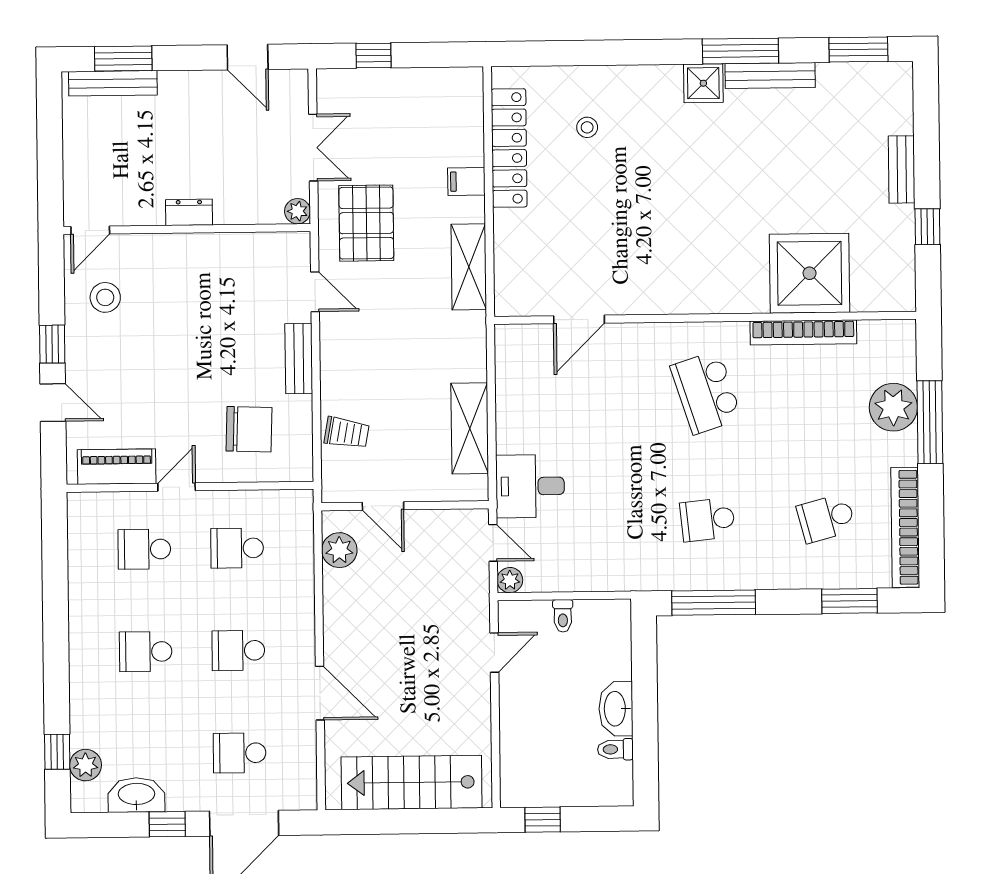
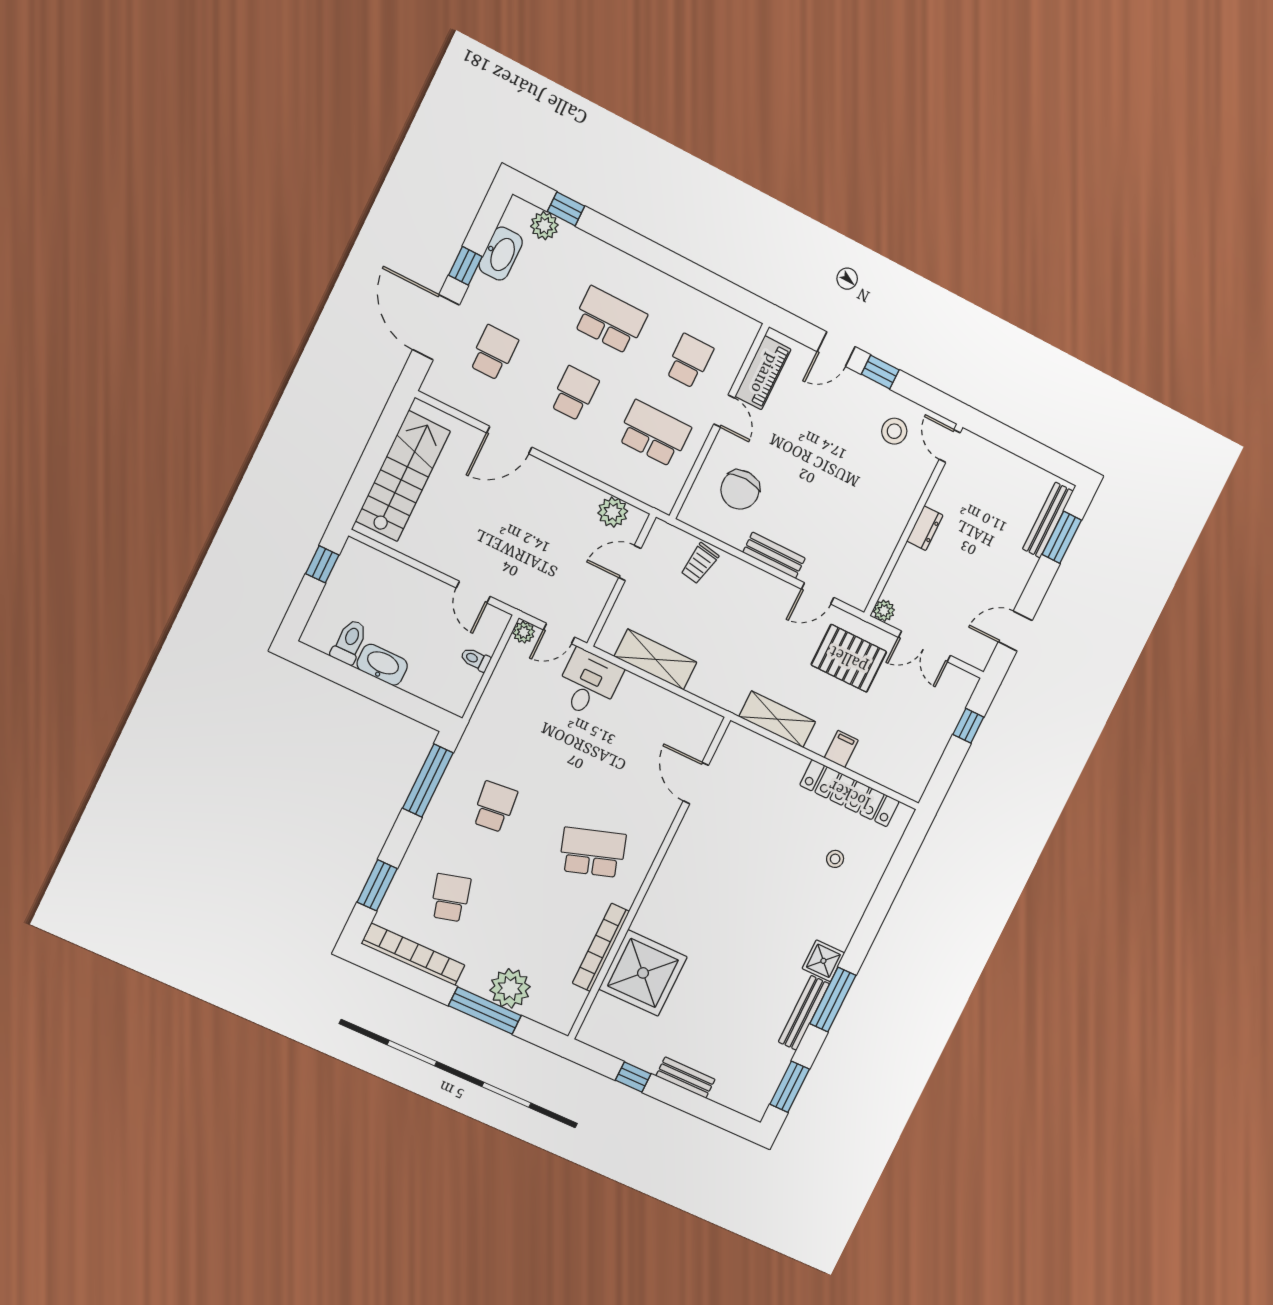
school desk: (237, 548) -> (654, 434), width x1.85
school desk: (146, 652) -> (610, 320), width x1.85
toilet: (615, 749) -> (349, 642), width x1.37, depth x1.39

